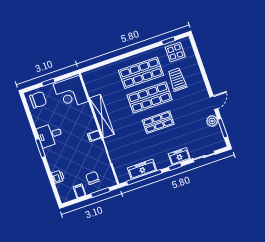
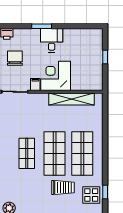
corner desk: (71, 93) -> (56, 76), moved
chair: (38, 100) -> (15, 58), moved, turned 180
shelving: (102, 116) -> (71, 99), moved

